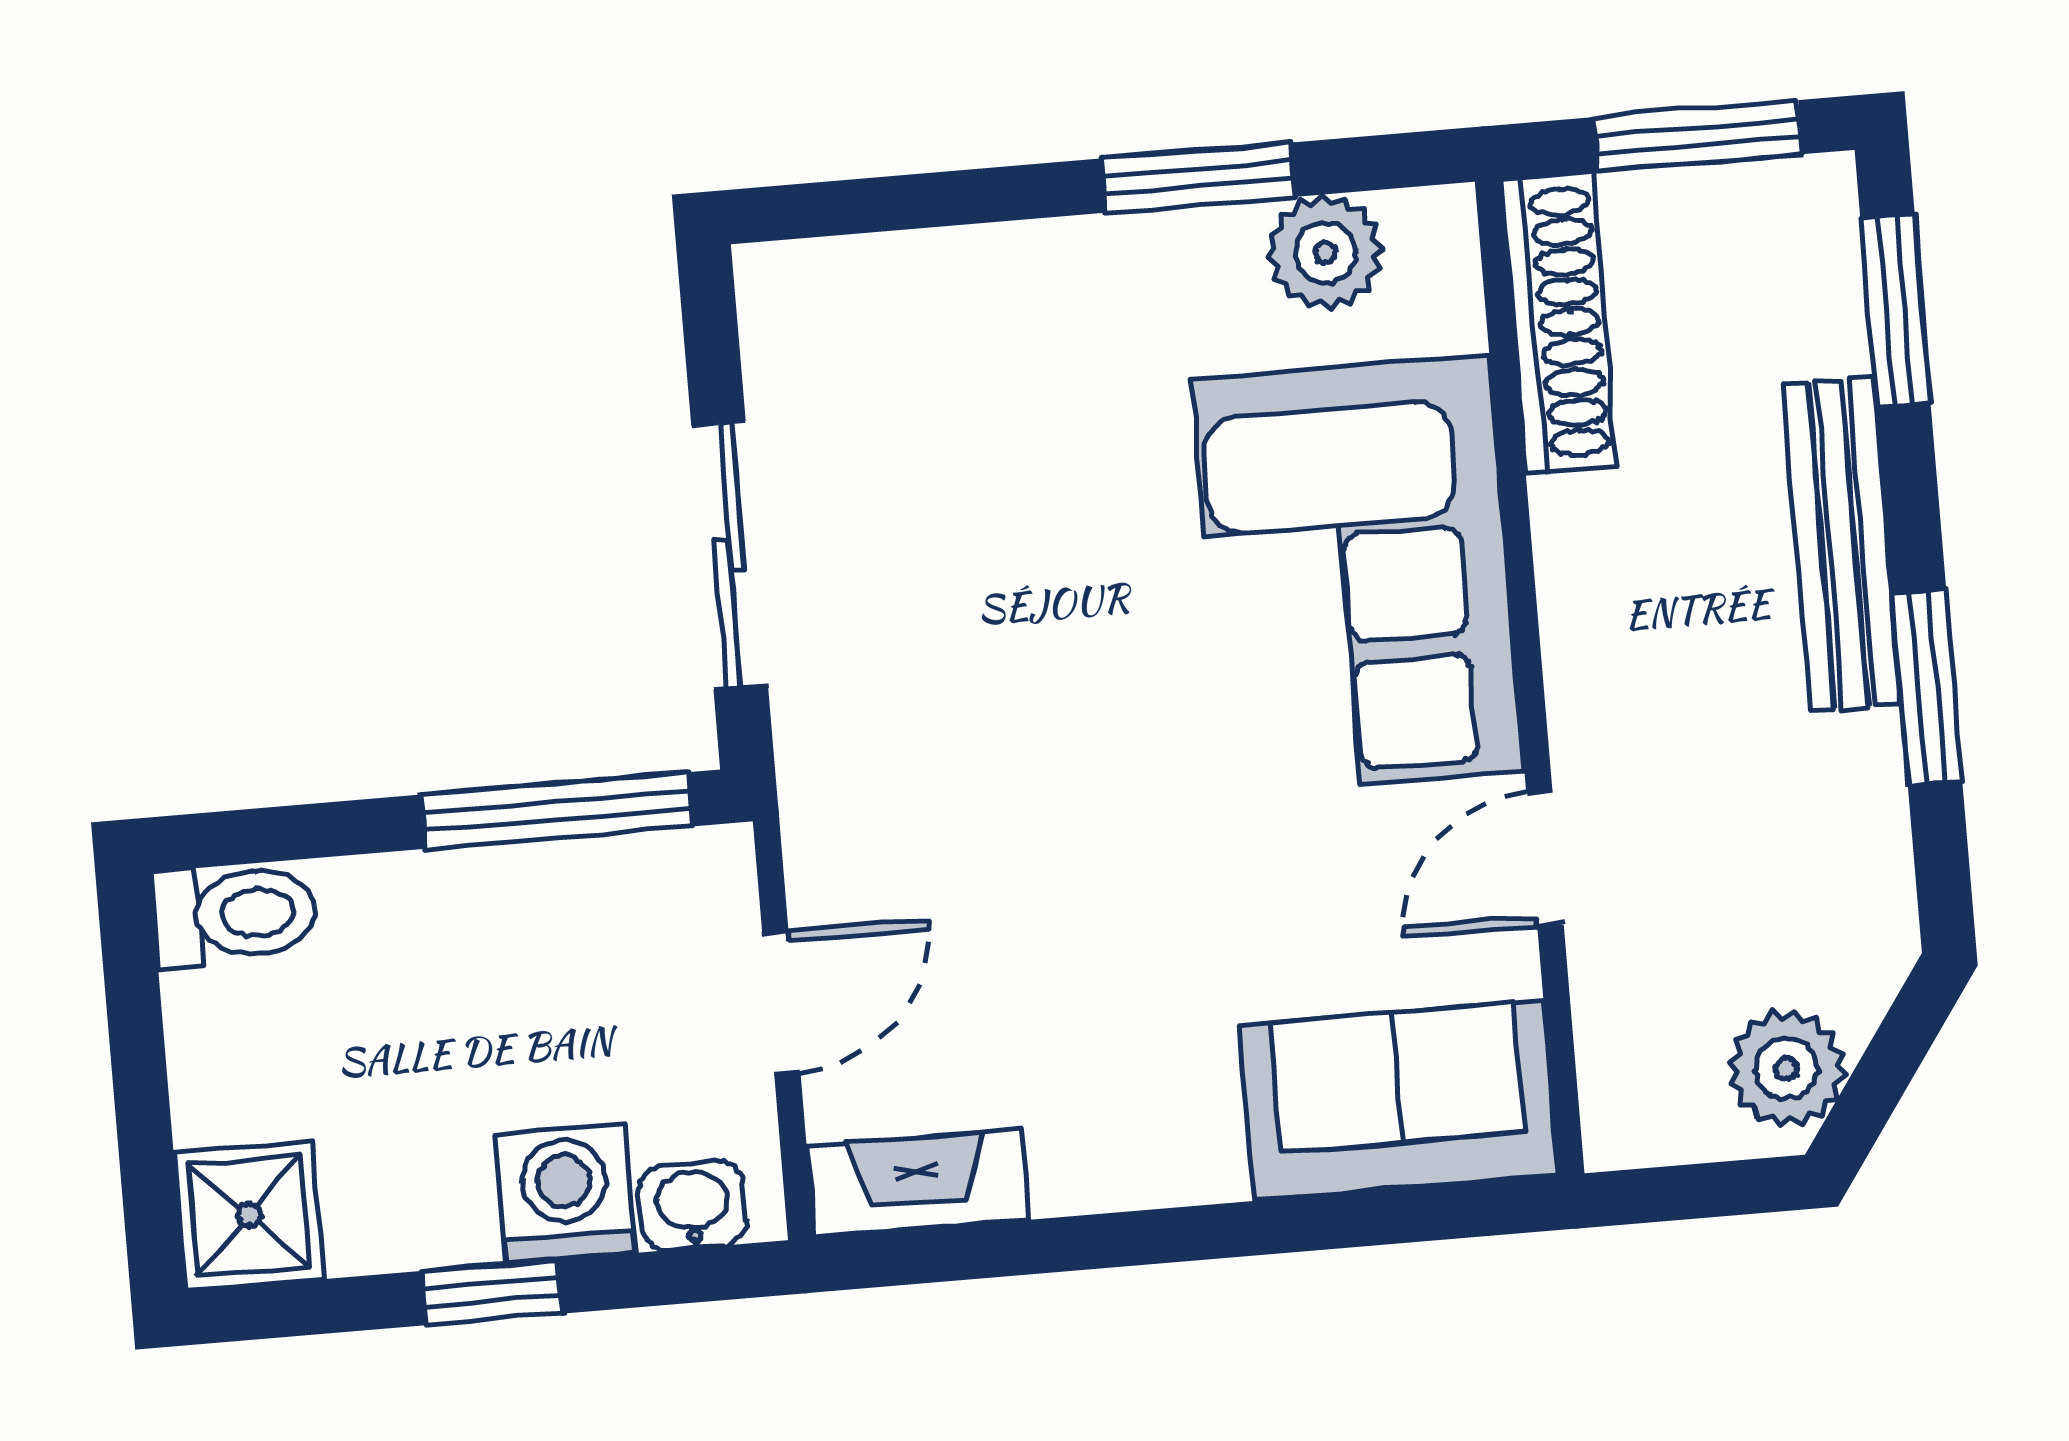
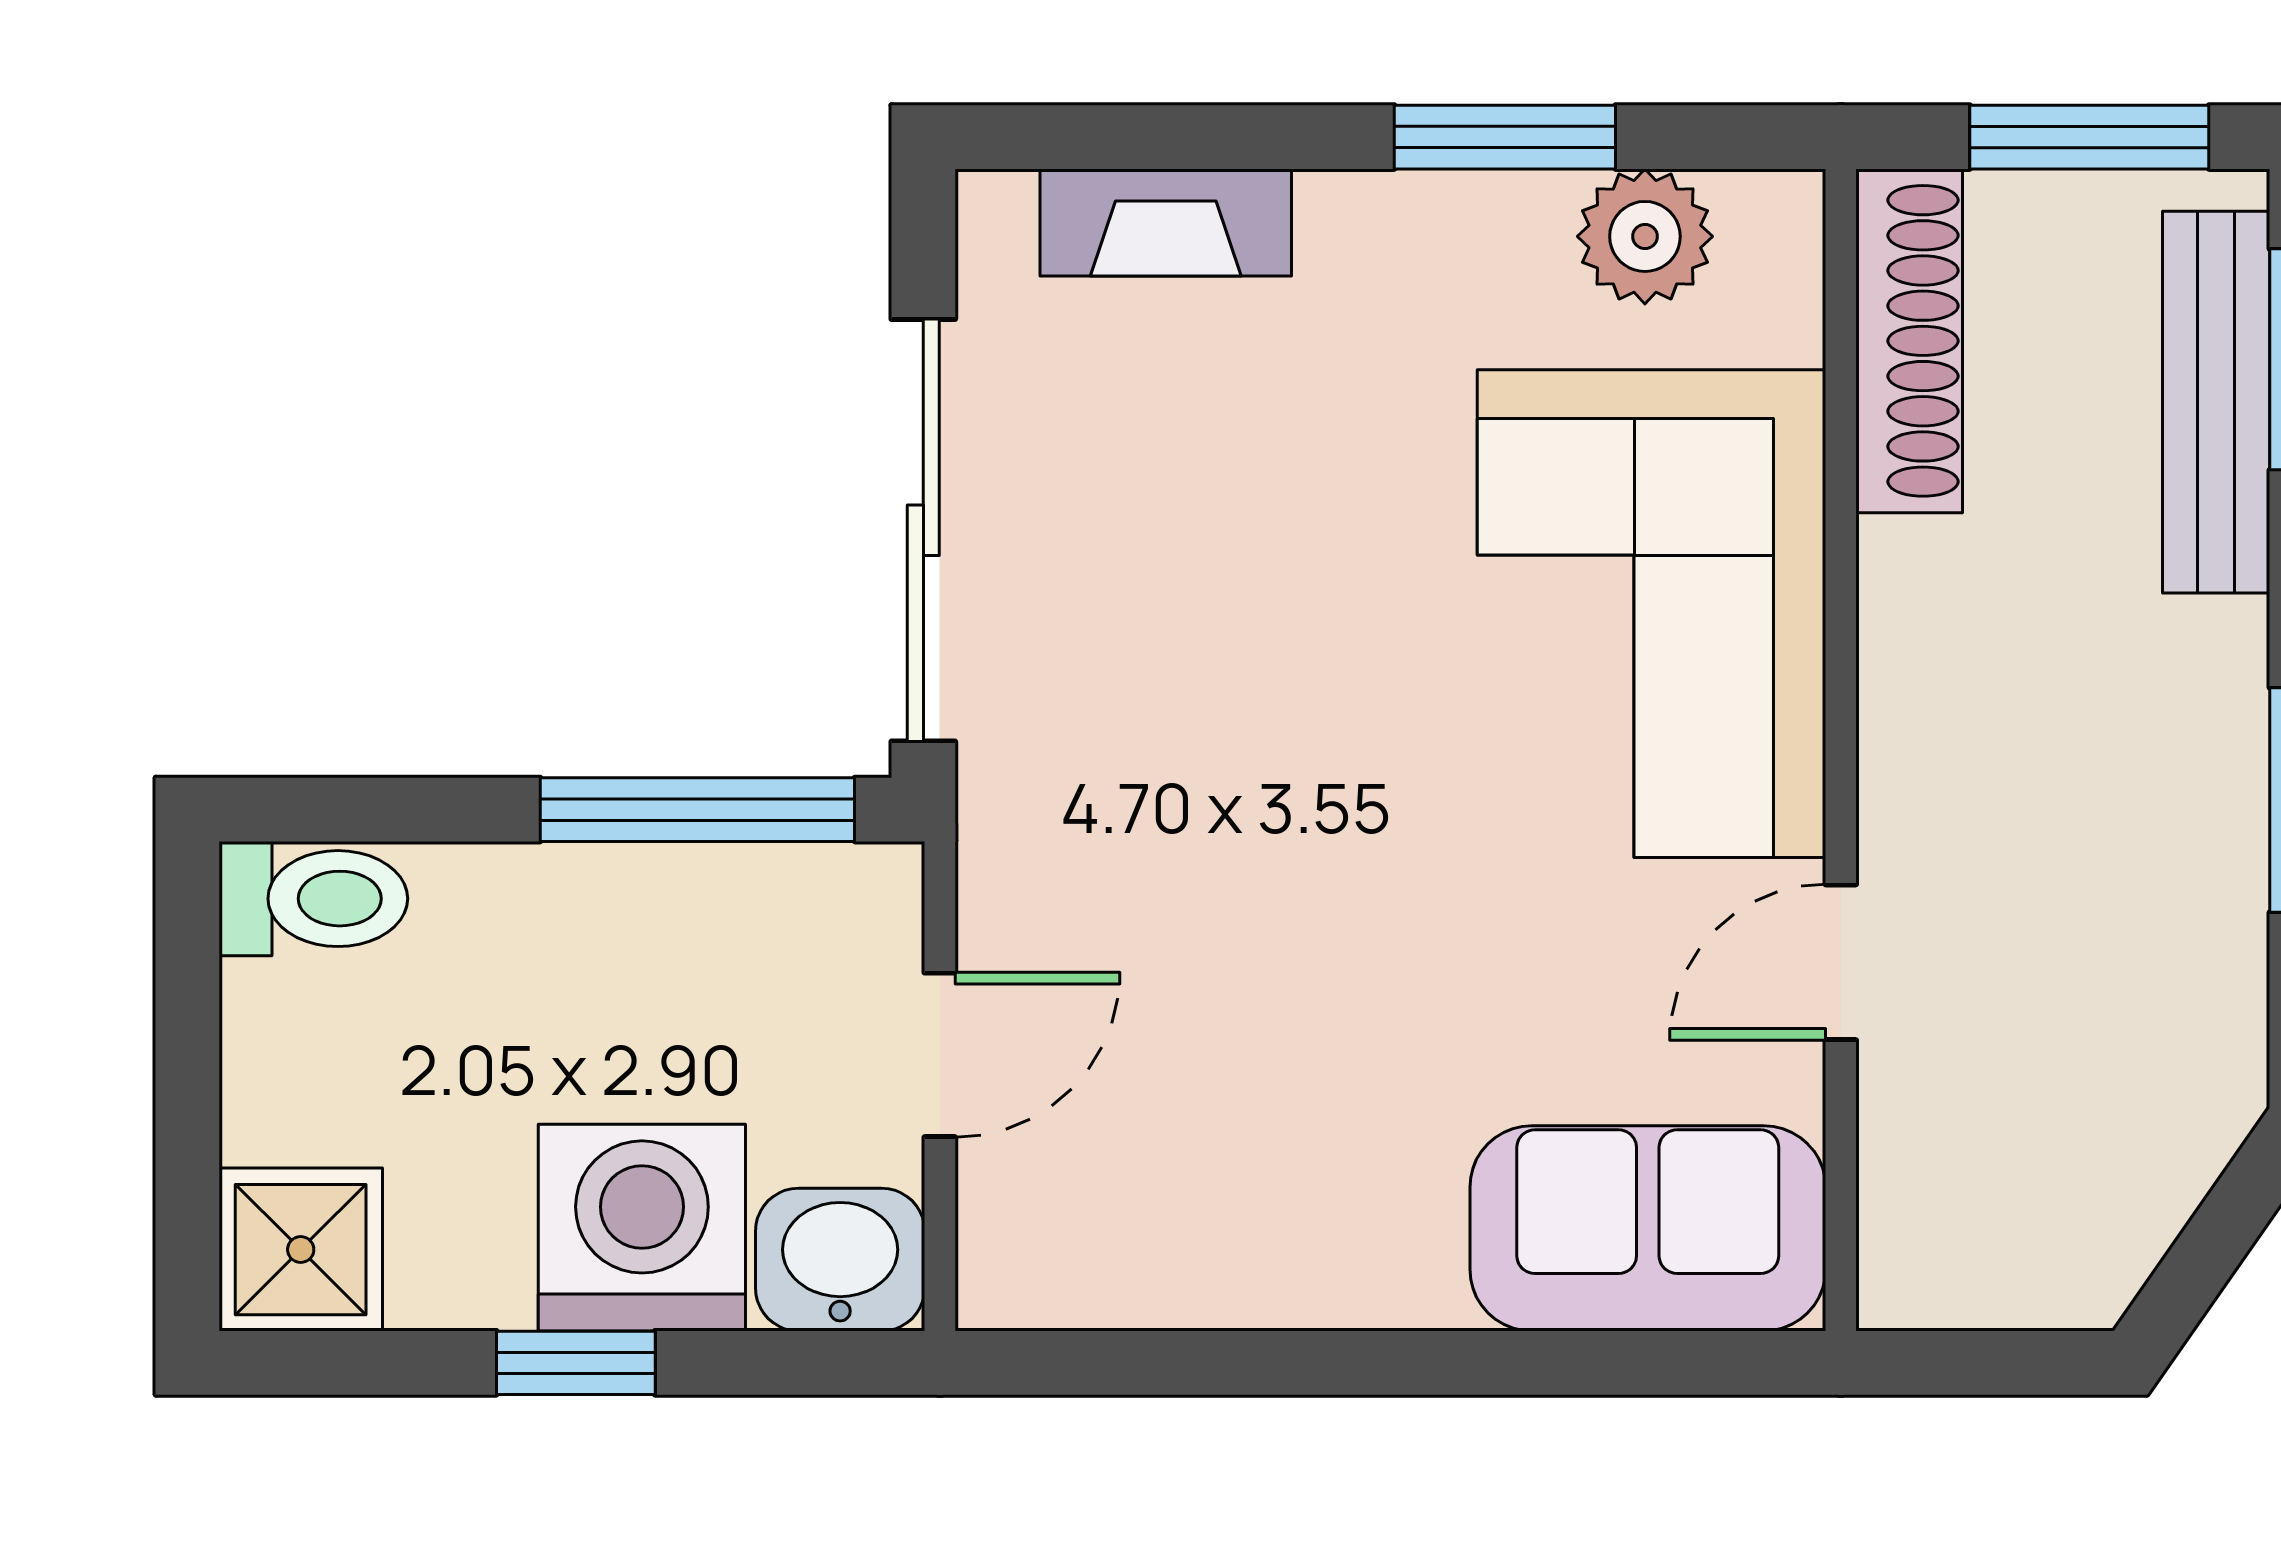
bench: (1842, 544) -> (2216, 402), moved
sliding door: (730, 556) -> (923, 530), width x1.37
plant: (1787, 1069) -> (2101, 1229), removed
fireplace: (918, 1183) -> (1166, 222), moved, turned 180
washing machine: (565, 1194) -> (642, 1228), width x1.37, depth x1.37
washbasin: (692, 1206) -> (840, 1260), width x1.38, depth x1.45

